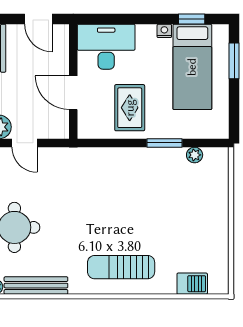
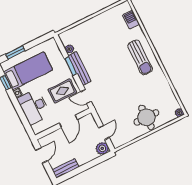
desk: (106, 47) -> (34, 107), moved
door: (100, 143) -> (86, 97), added
bench: (36, 286) -> (80, 68), moved

